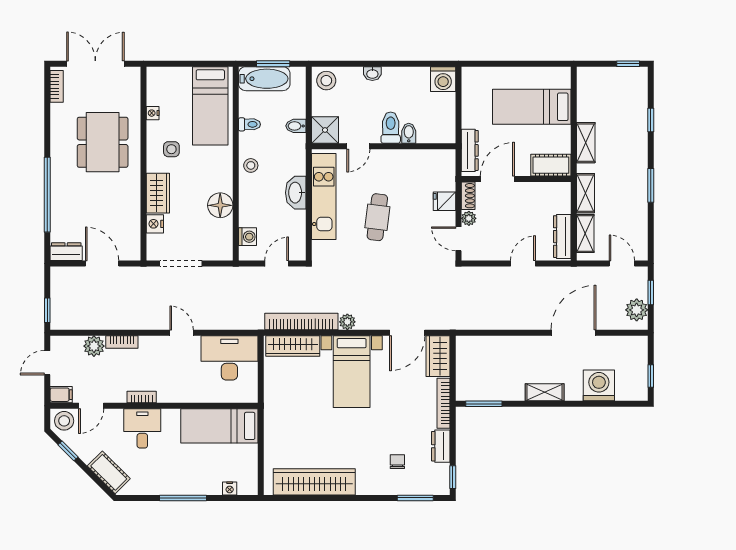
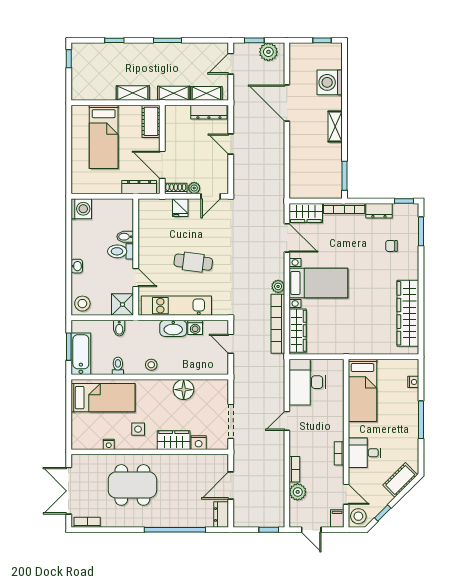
washing machine: (247, 237) -> (195, 327), moved, turned 180

